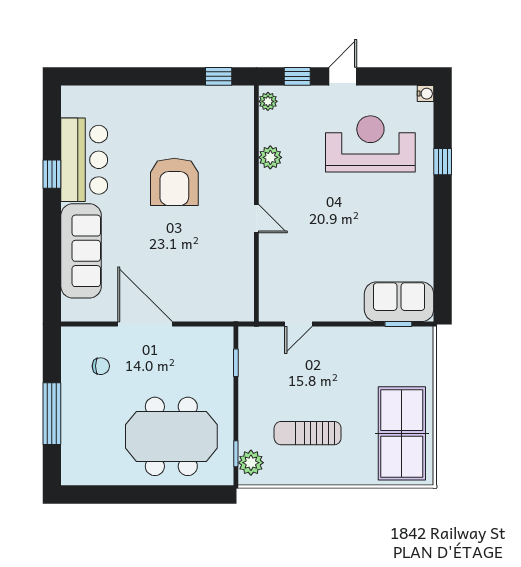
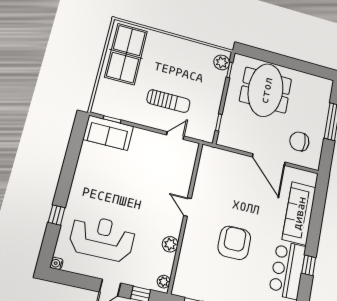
reception desk: (370, 144) -> (102, 238), turned 180
chair: (101, 366) -> (299, 141), width x1.87, depth x1.87
sun lounger: (308, 433) -> (168, 101), moved
meeting table: (171, 436) -> (266, 90), turned 90

